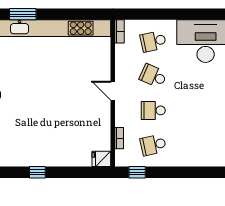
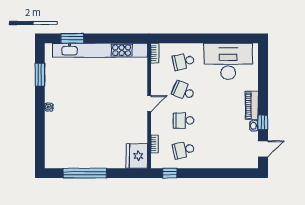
door: (113, 91) -> (149, 104), swing flipped
fridge: (101, 159) -> (137, 156), width x1.88, depth x1.34
window: (37, 172) -> (85, 173), width x3.17

